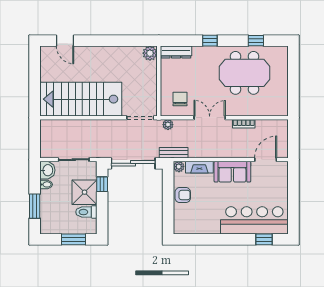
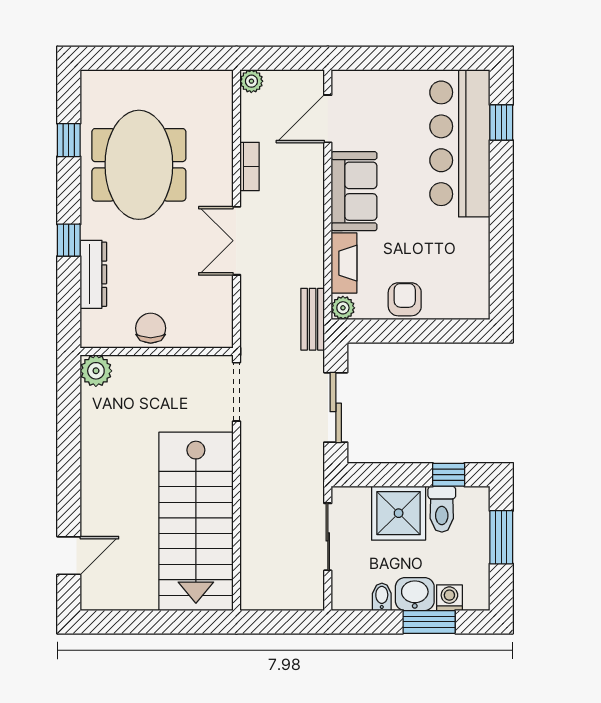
dresser: (176, 52) -> (93, 274), moved
chair: (180, 99) -> (151, 328), moved, turned 90
plant: (168, 125) -> (251, 81), moved
door: (266, 160) -> (328, 119), hinge flipped
sliding door: (133, 163) -> (336, 407), width x0.73
washbasin: (47, 170) -> (415, 594), moved
window: (102, 184) -> (449, 475), moved
washing machine: (46, 216) -> (449, 598), added

